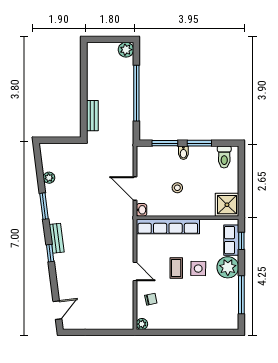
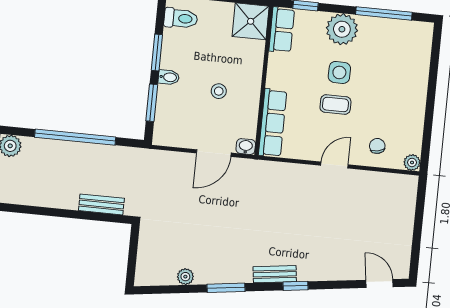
row of seats: (168, 227) -> (273, 123), width x0.73
row of seats: (231, 240) -> (282, 30), moved, turned -90

